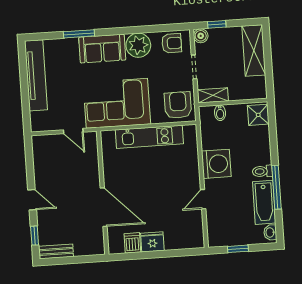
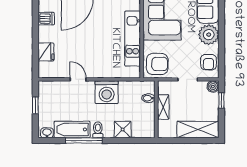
shelving: (213, 95) -> (163, 107), moved
shower: (258, 115) -> (123, 130), moved
fridge: (152, 242) -> (46, 52), moved

